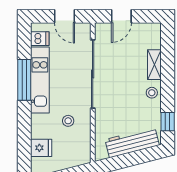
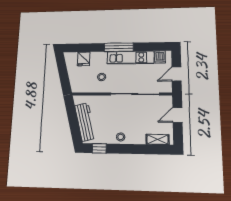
door: (121, 16) -> (177, 115), hinge flipped
shelving: (154, 65) -> (157, 139), moved
window: (24, 80) -> (119, 47), moved

